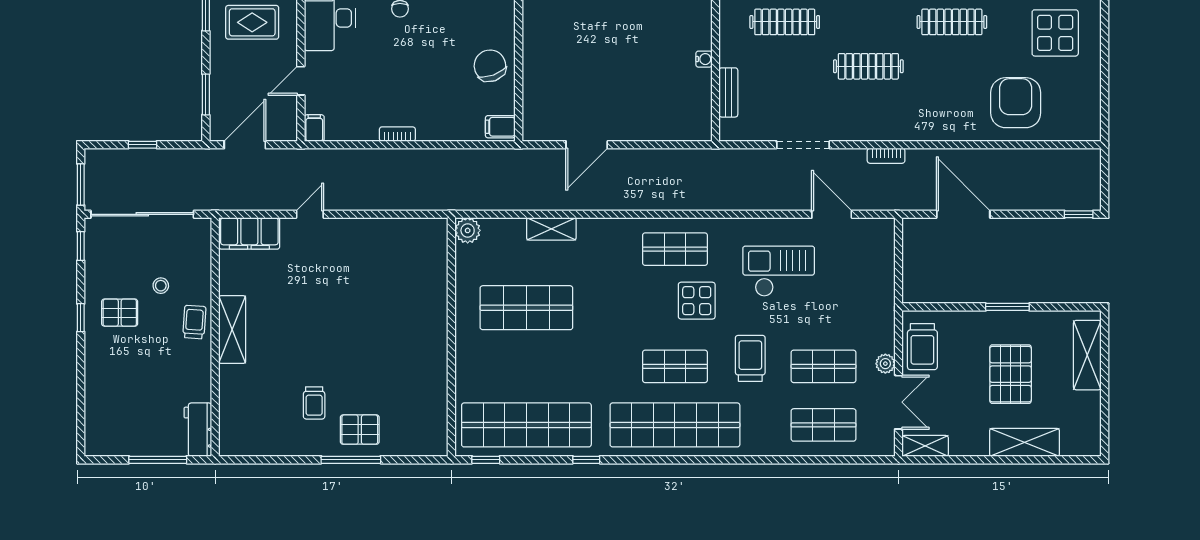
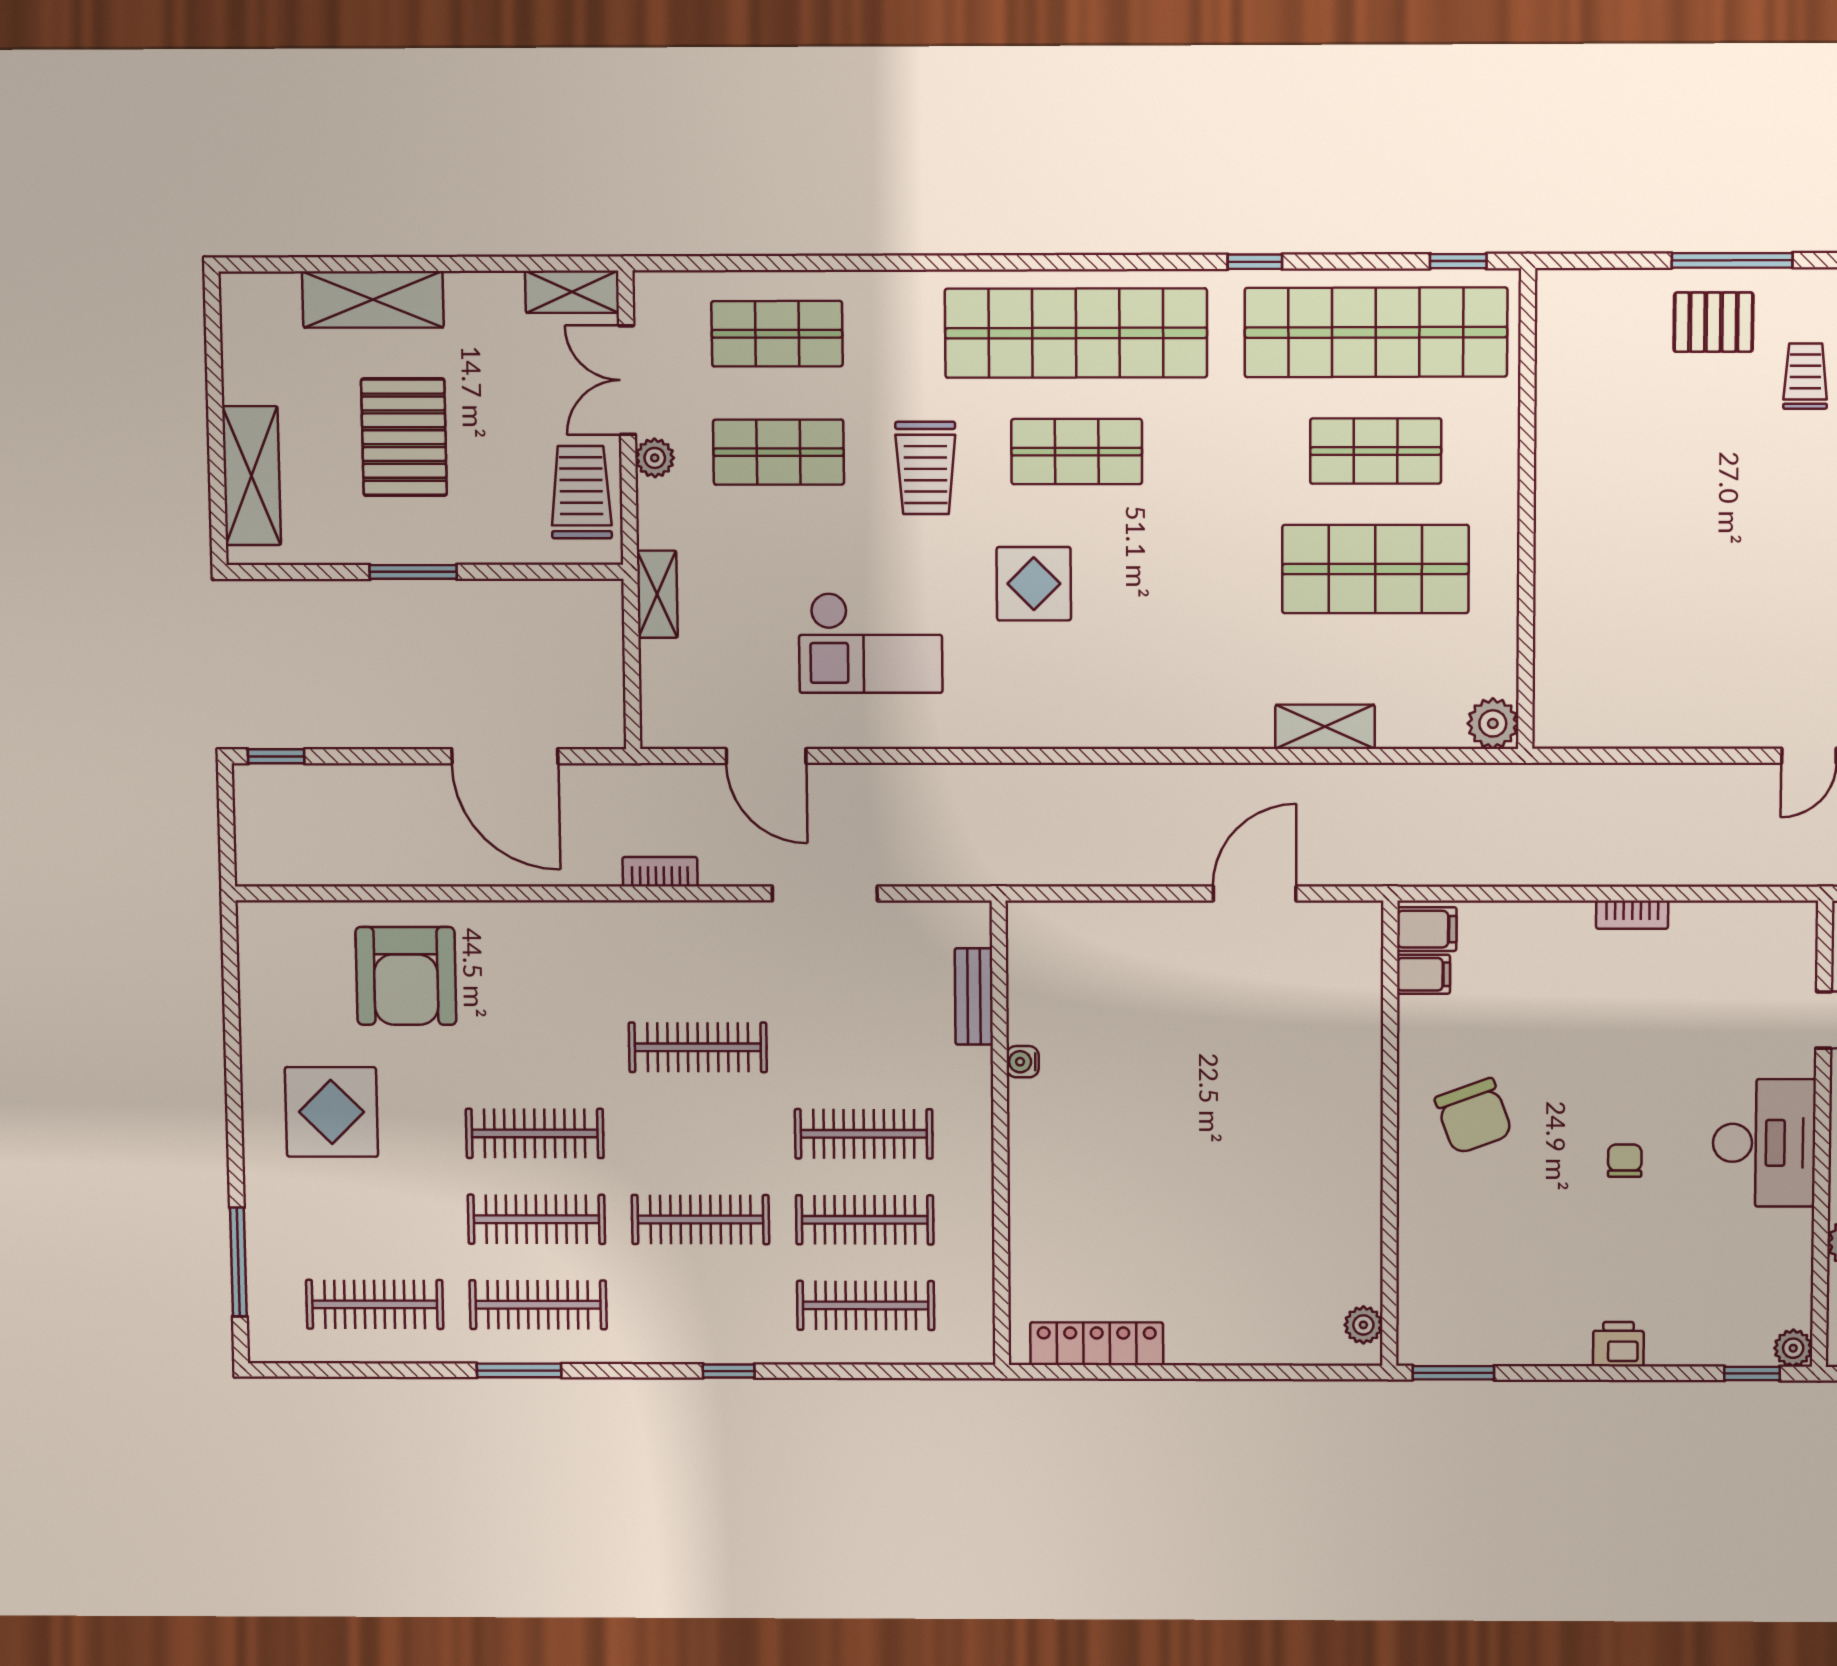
chair: (490, 66) -> (1474, 1116), moved
filing cabinet: (314, 128) -> (1423, 974), moved, turned -90
shop shelf: (675, 249) -> (1376, 451), moved
shelving: (885, 296) -> (657, 594), added

